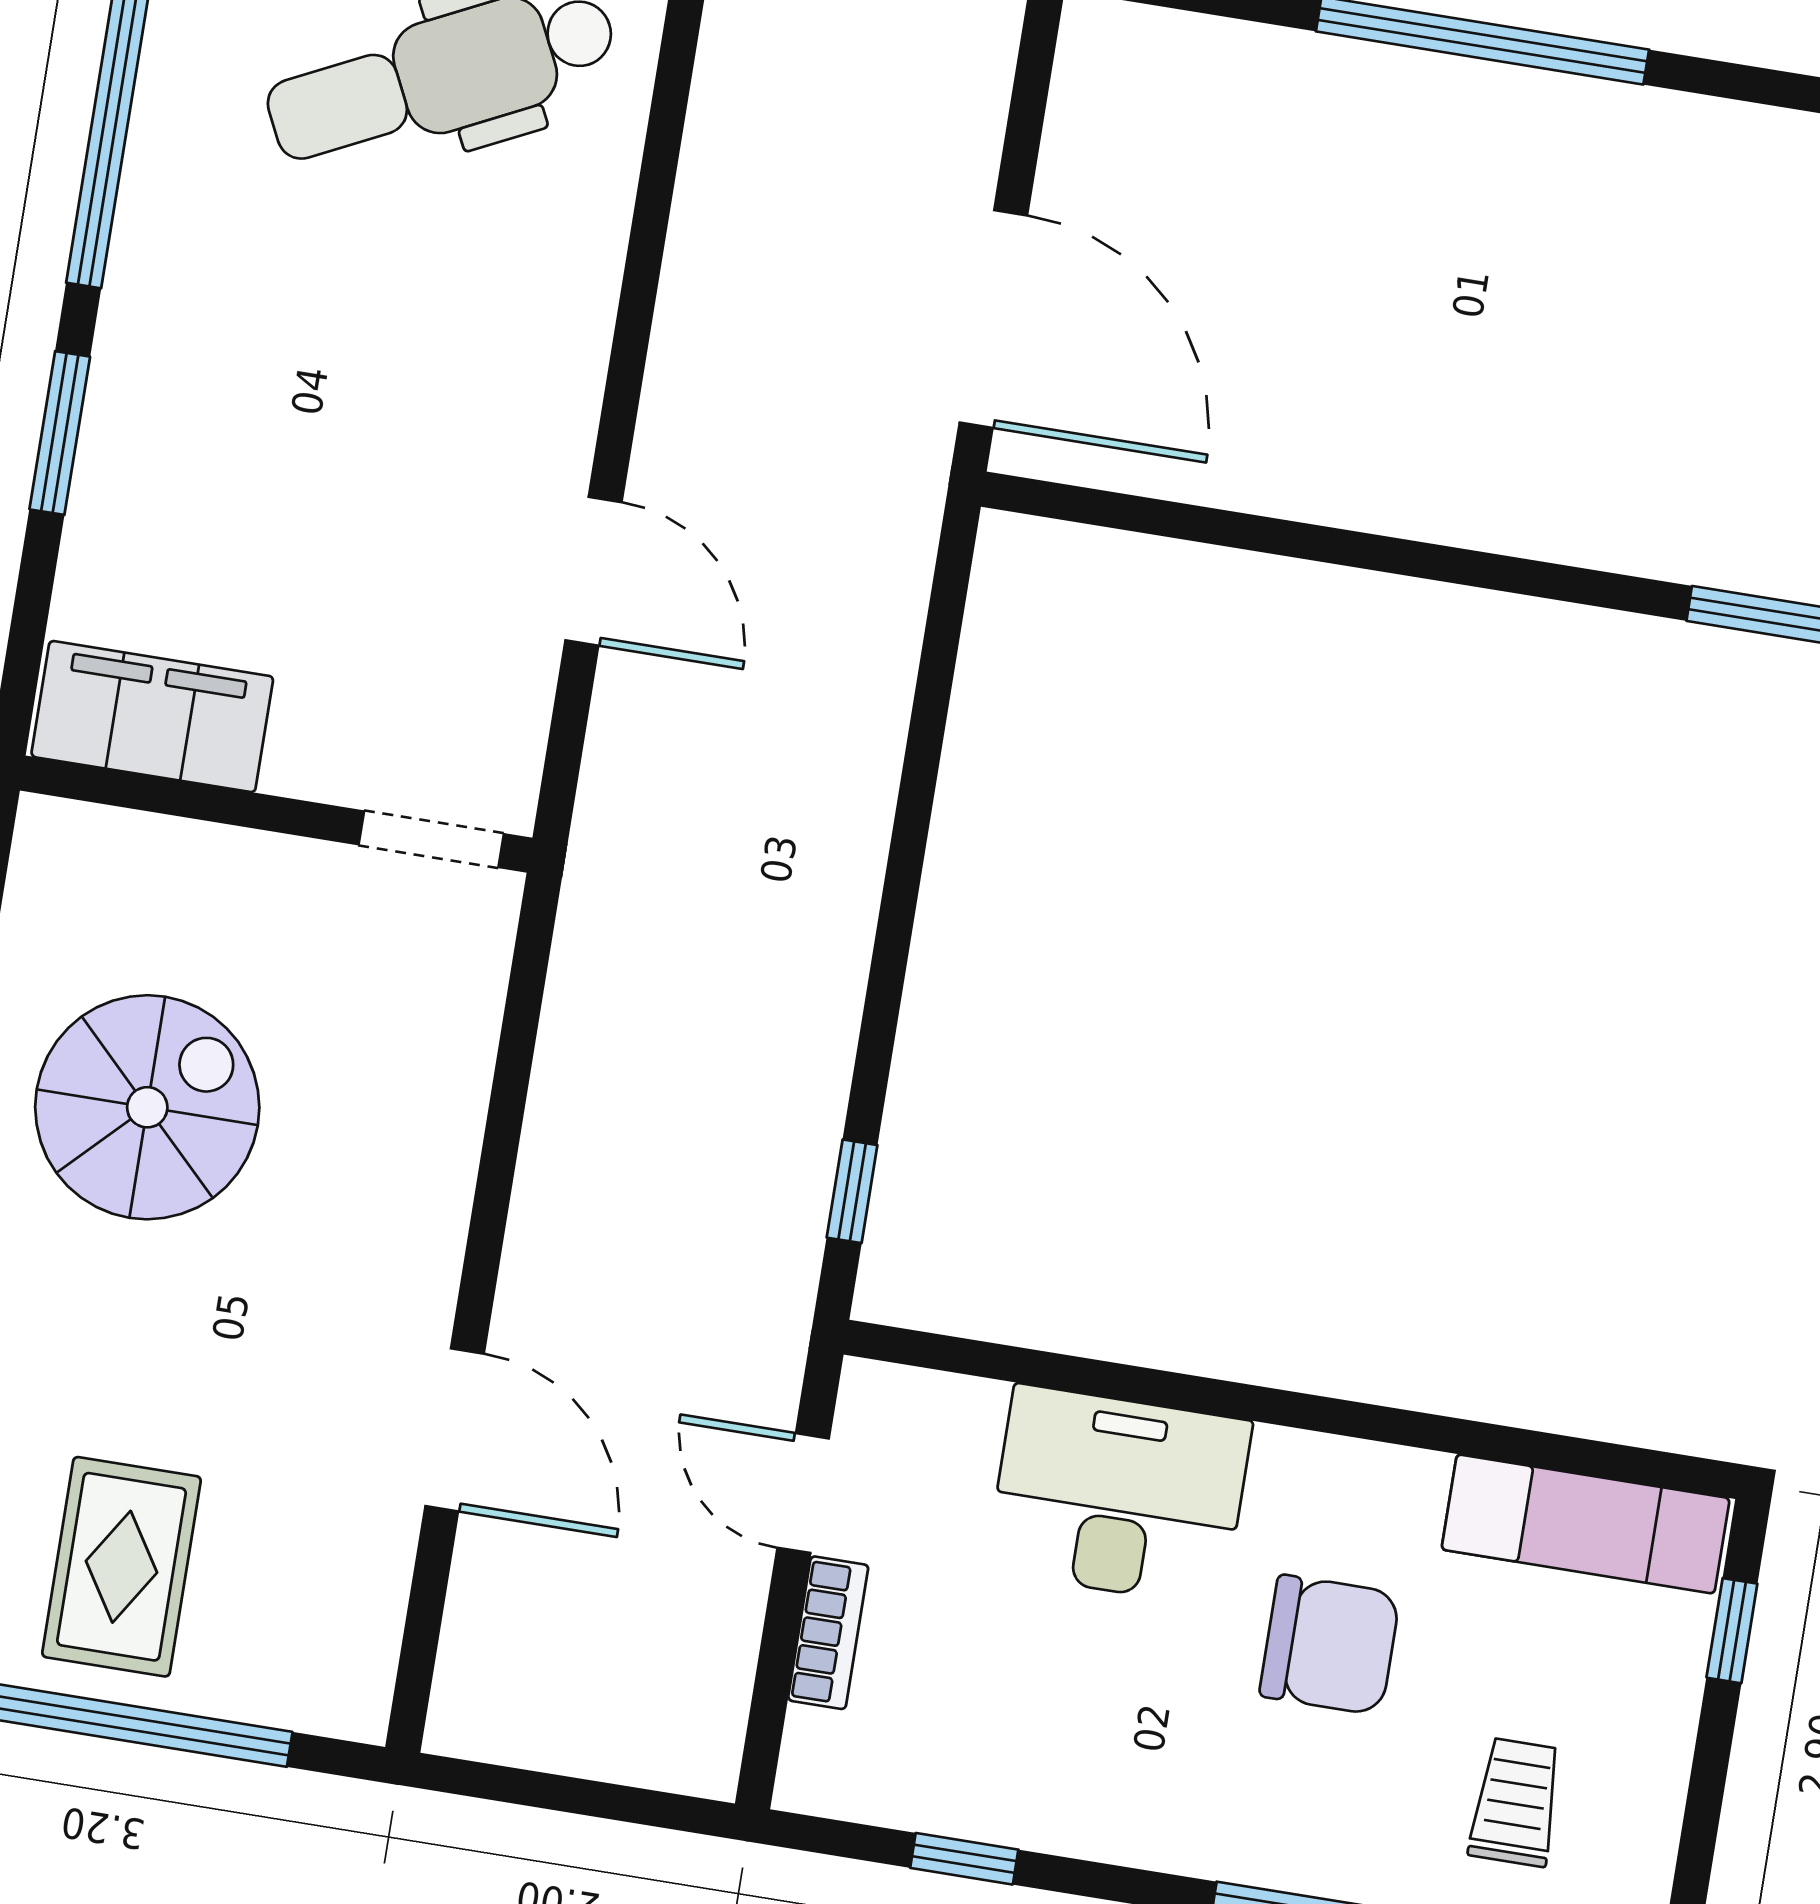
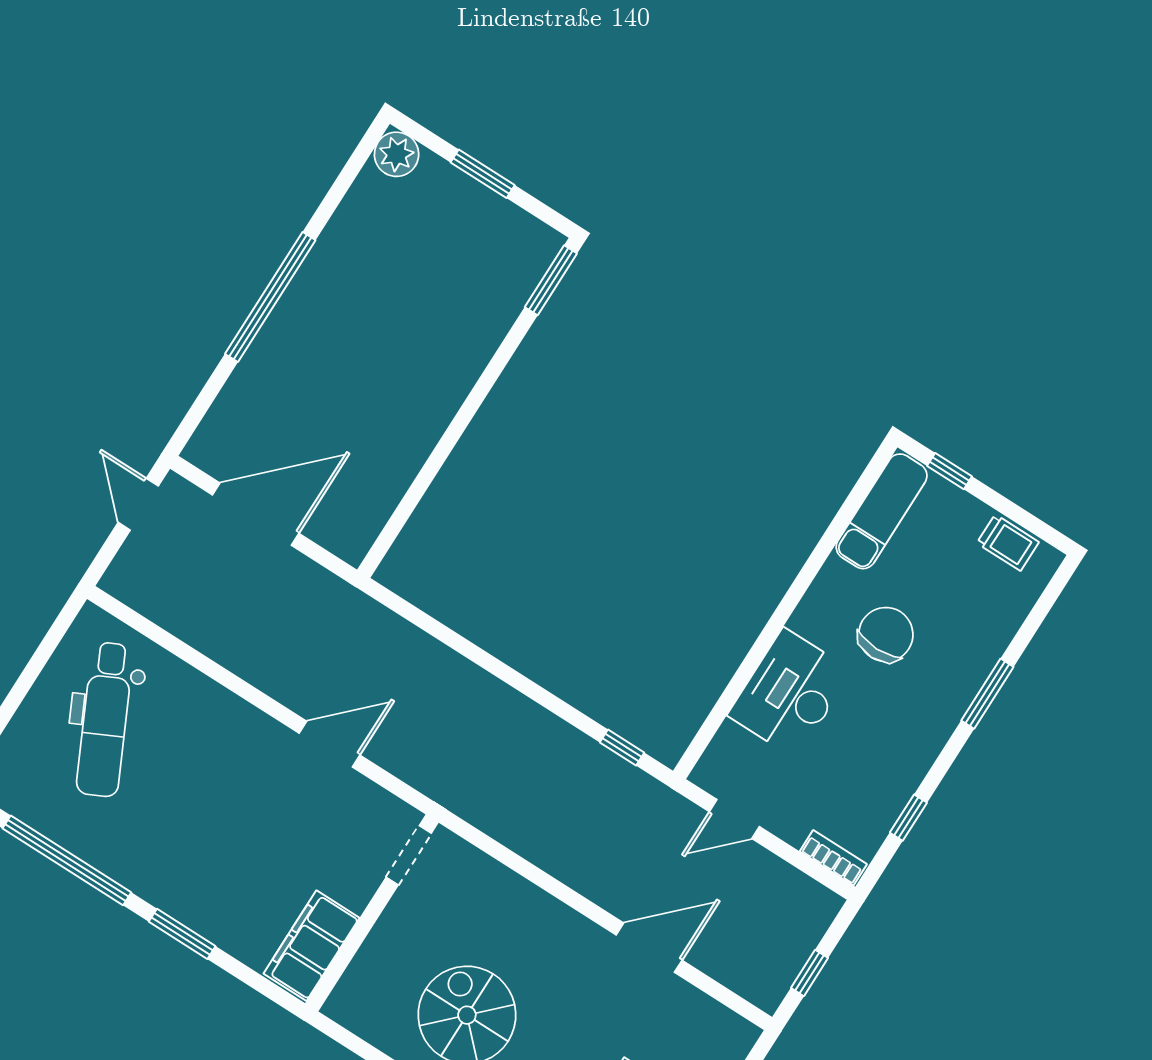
door: (993, 319) -> (256, 514), moved
bookcase: (828, 1633) -> (833, 858), moved
window: (547, 1791) -> (809, 973), added
trolley: (1516, 1802) -> (1008, 543), moved, turned 180

